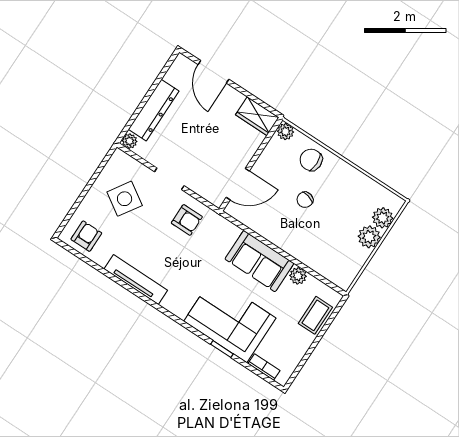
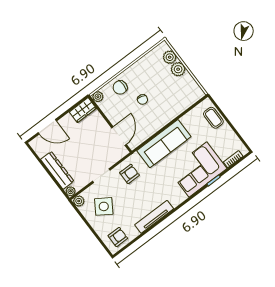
armchair: (86, 236) -> (118, 237), turned 90
sofa: (259, 261) -> (164, 144), width x1.36
plant: (298, 276) -> (79, 201), moved

